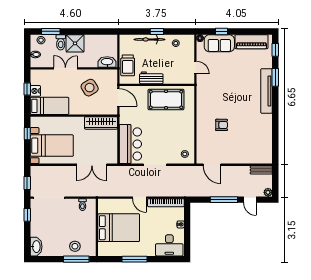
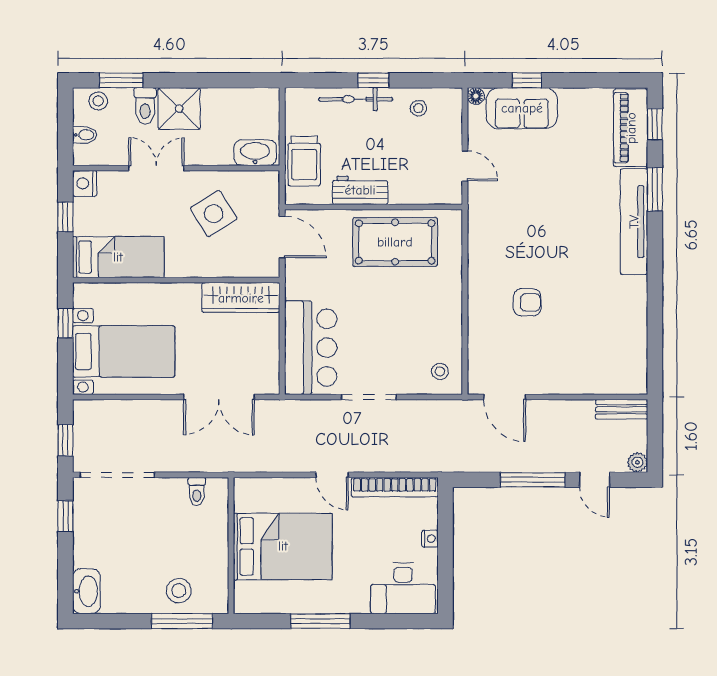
piano: (251, 42) -> (631, 128), moved, turned 90
nightstand: (35, 91) -> (85, 183), moved

